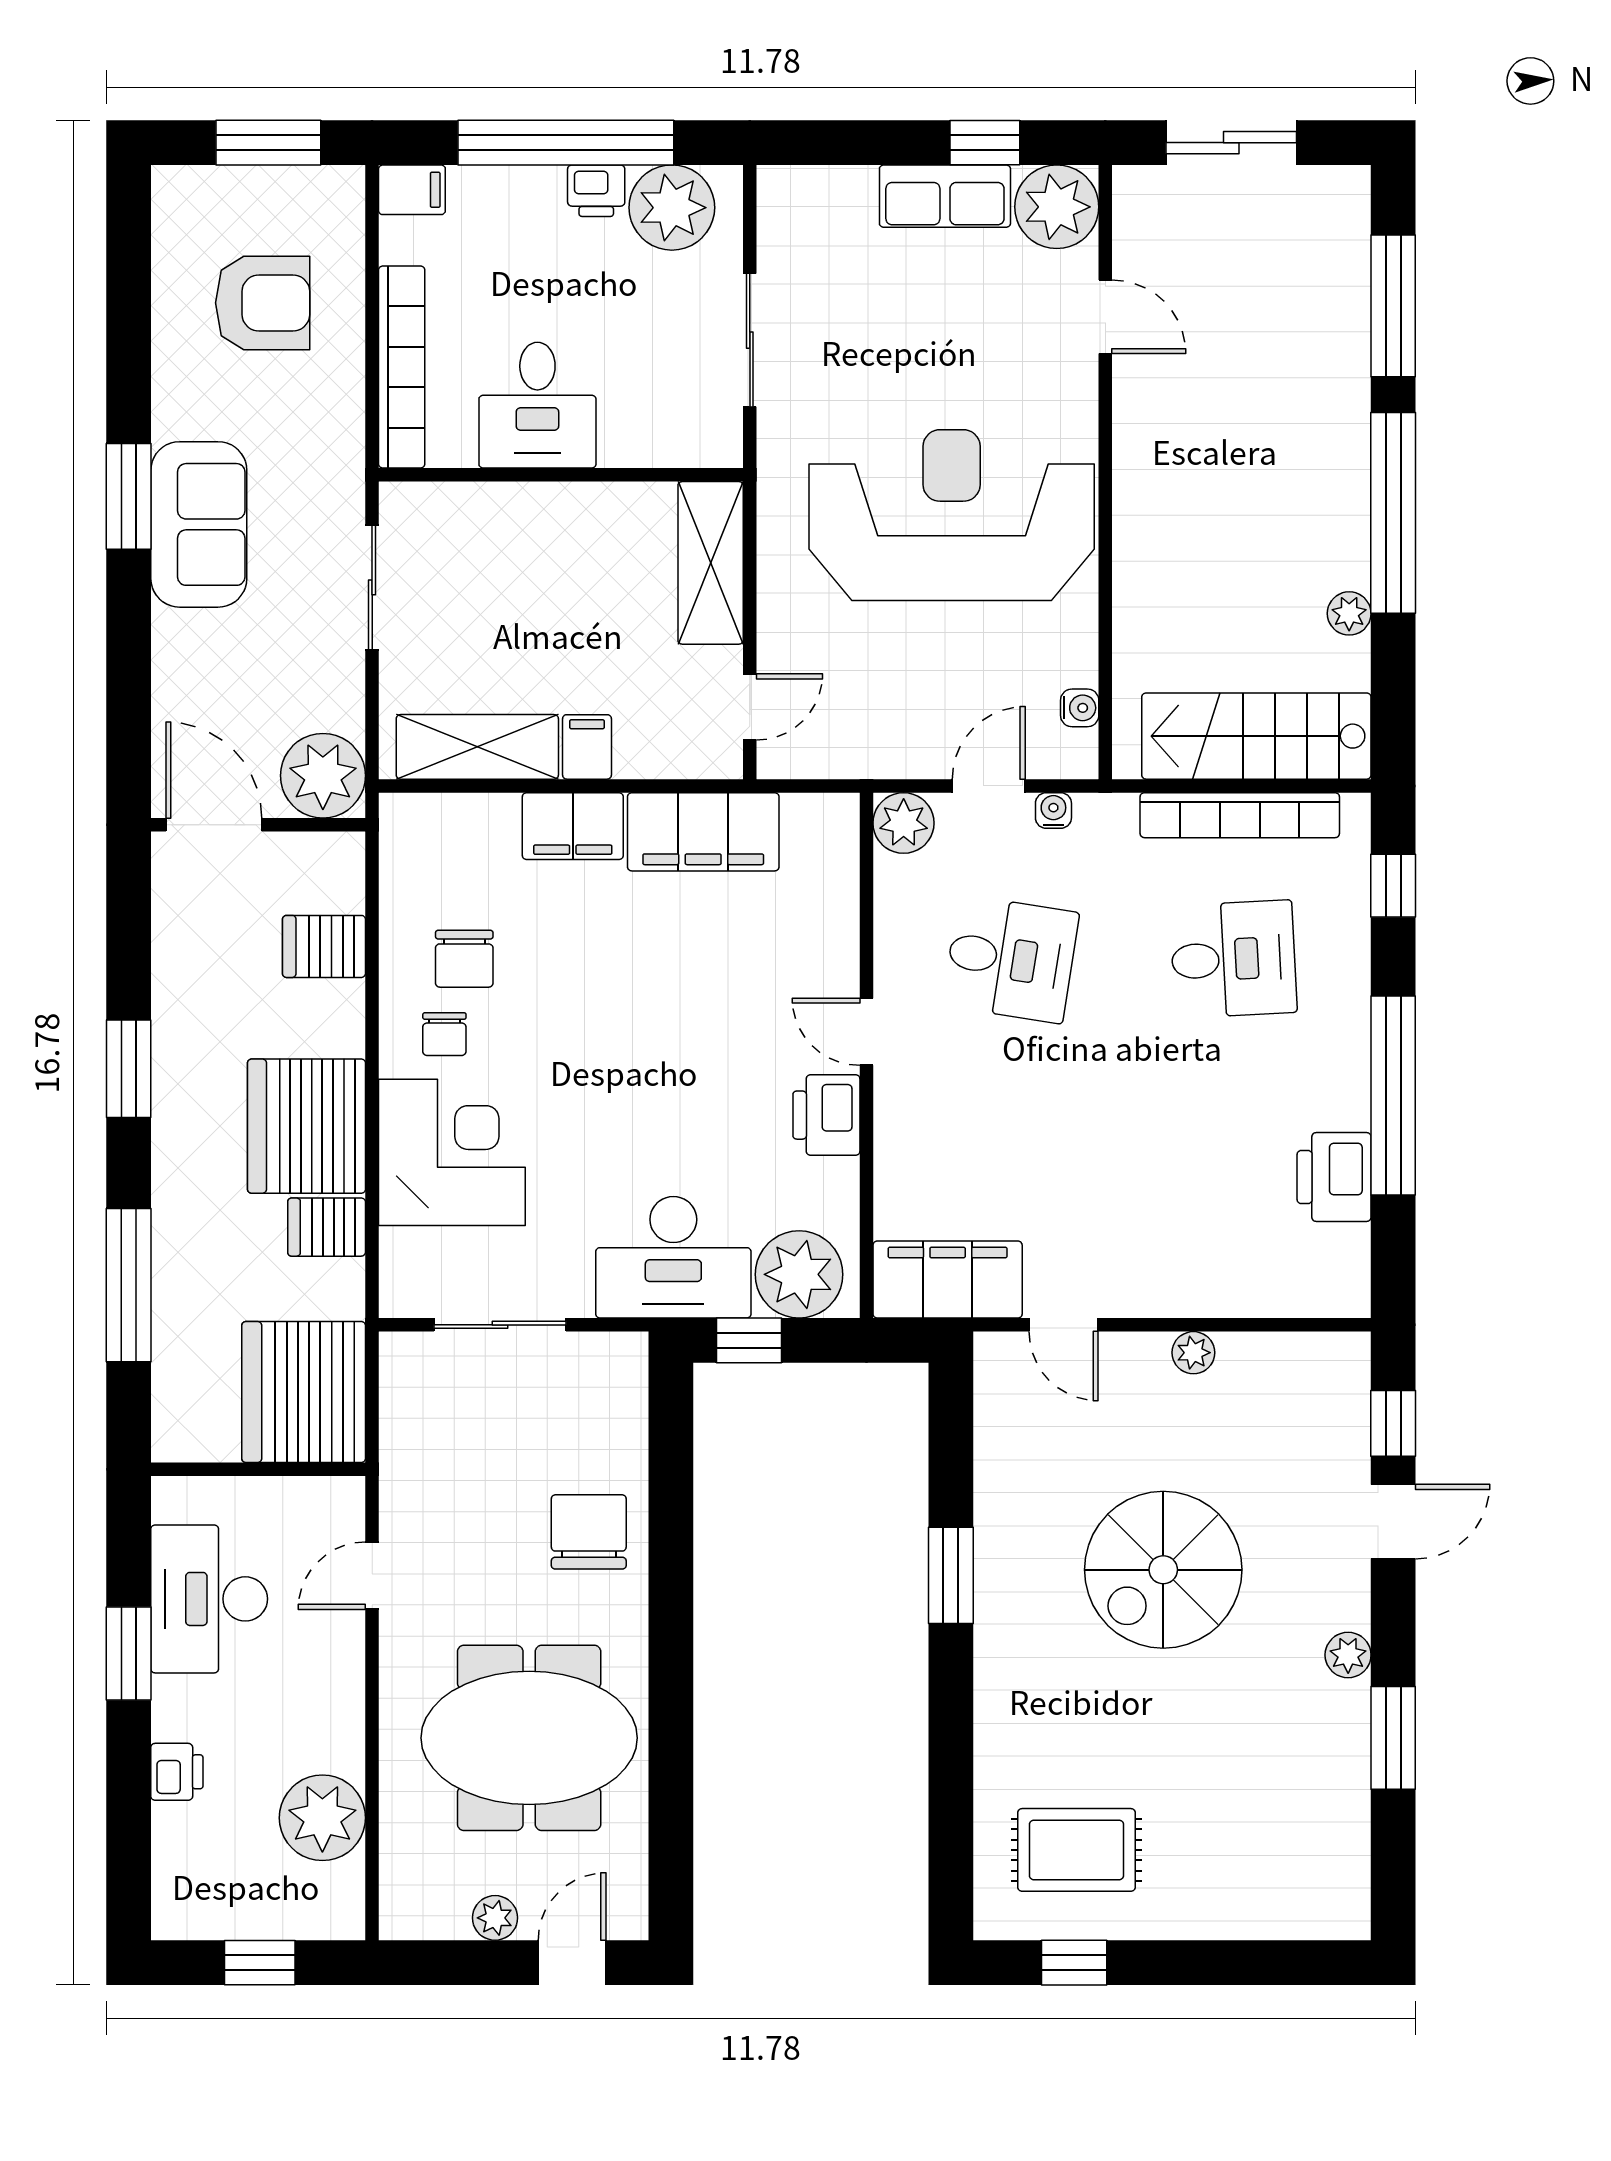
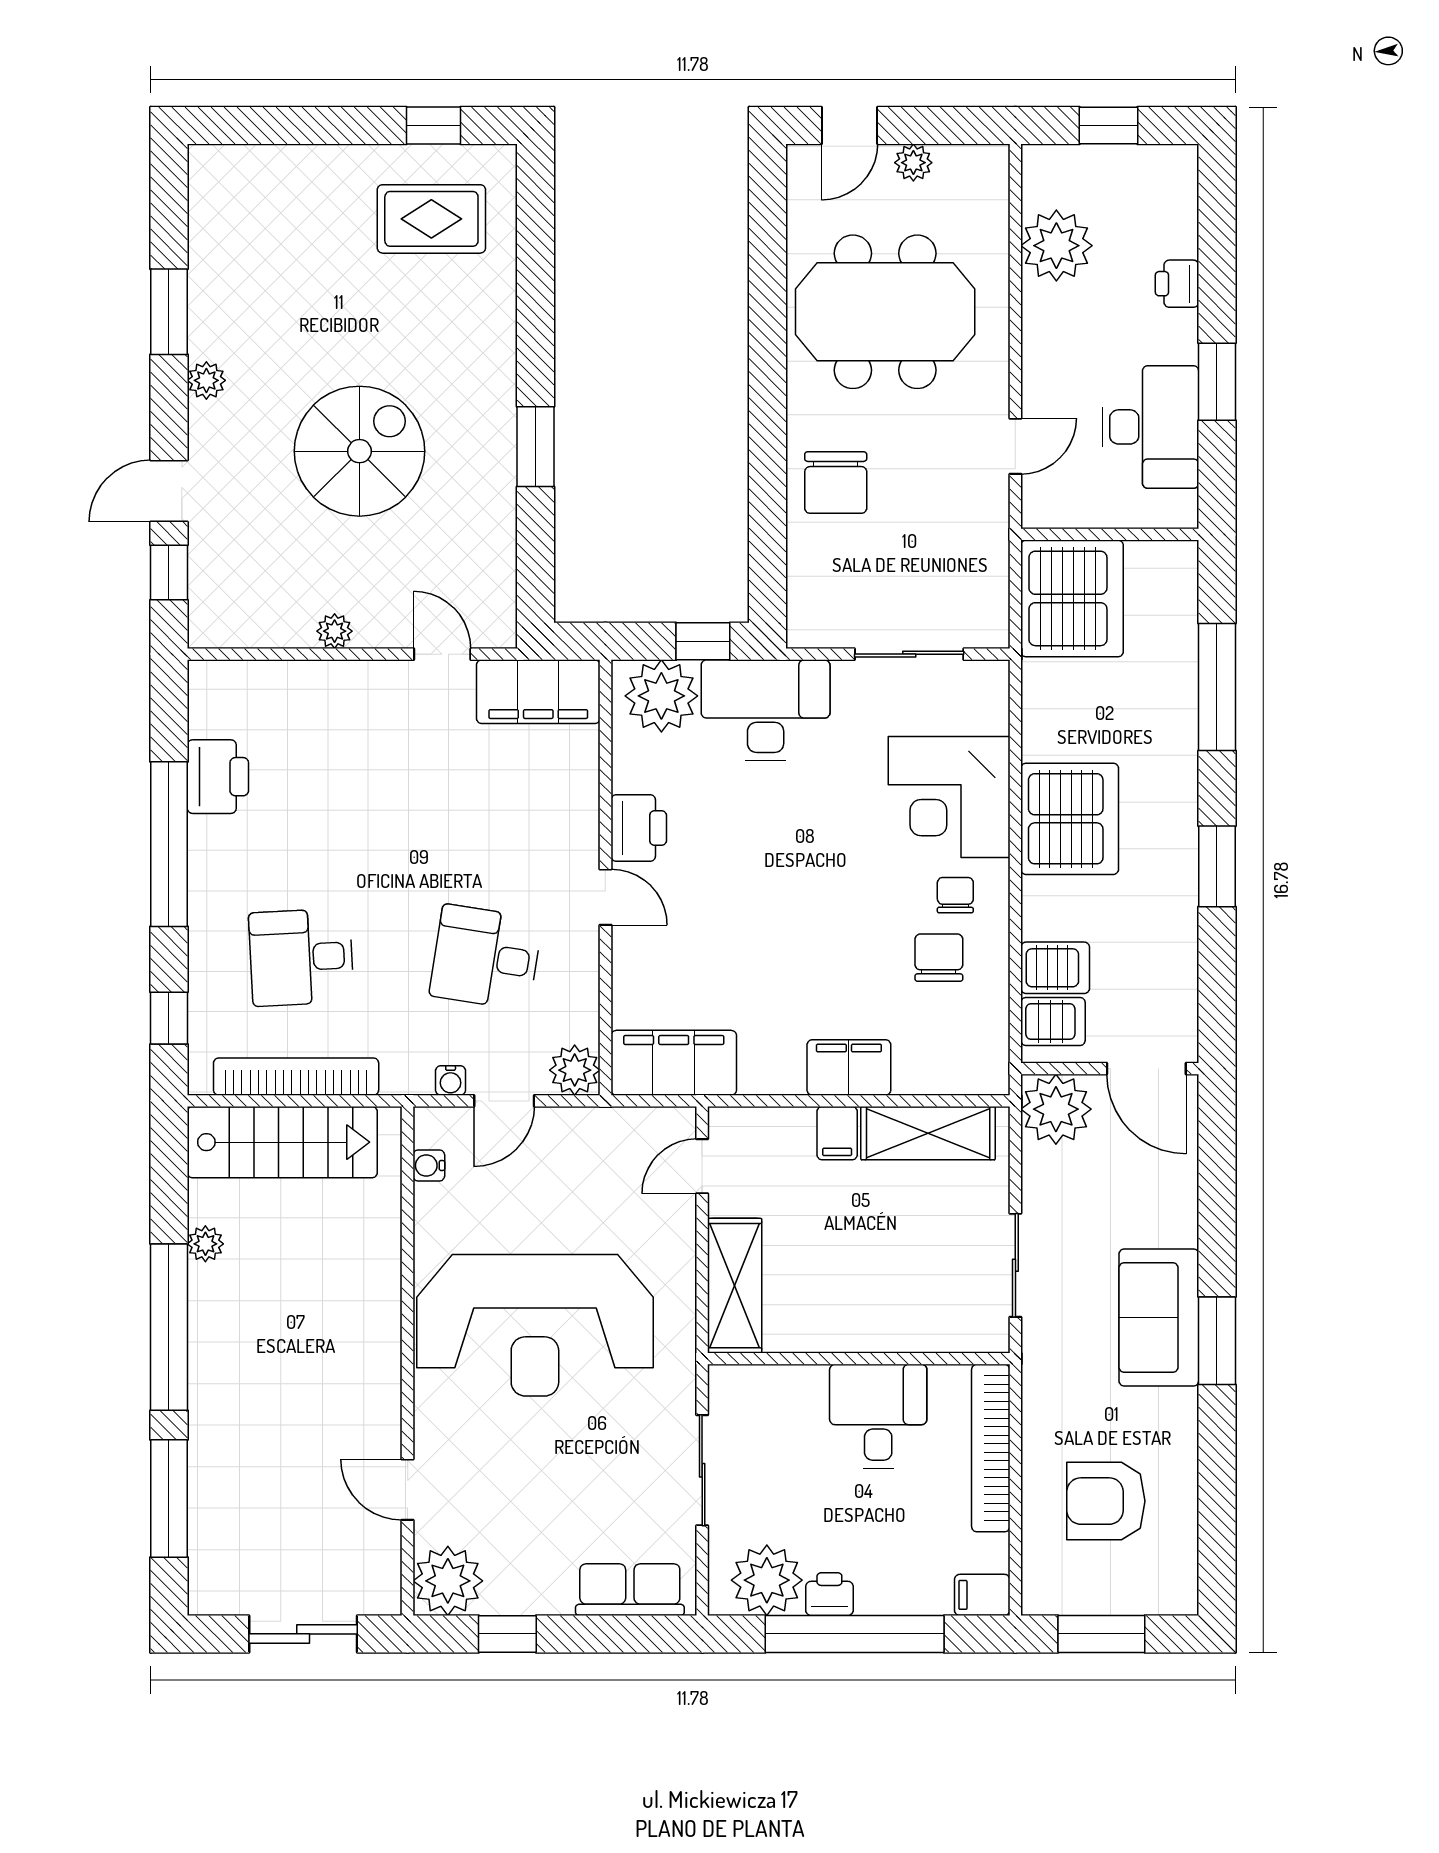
row of seats: (945, 196) -> (630, 1590), moved
filing cabinet: (703, 832) -> (674, 1063), moved
server rack: (327, 1227) -> (1053, 1021), moved

